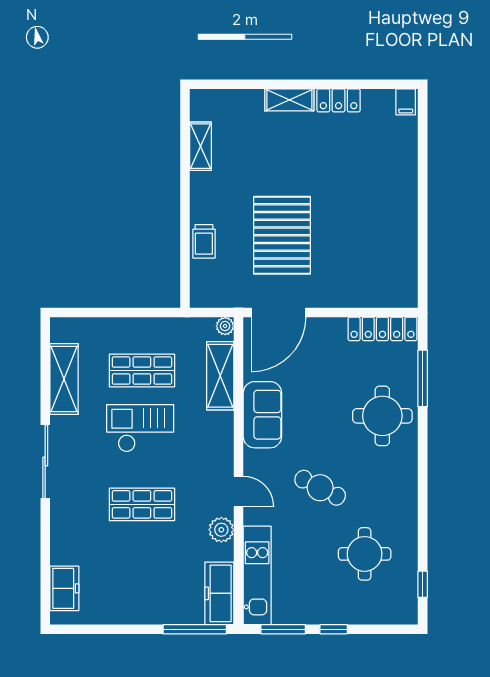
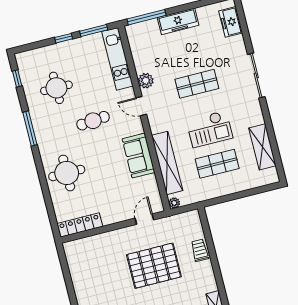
pallet: (282, 235) -> (154, 266), turned 90
door: (278, 312) -> (144, 219), width x0.53
shelving: (220, 376) -> (167, 163), width x1.47
window: (423, 378) -> (30, 129), moved
sliding door: (45, 462) -> (256, 76), moved
cafe table: (320, 488) -> (93, 121), turned -32
freezer: (219, 593) -> (178, 21), moved, turned 90

